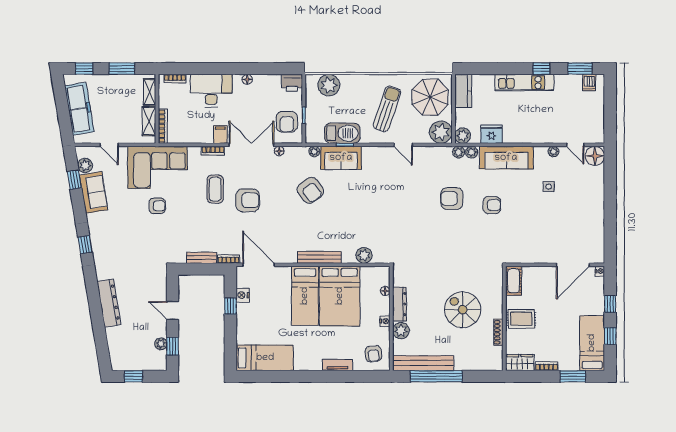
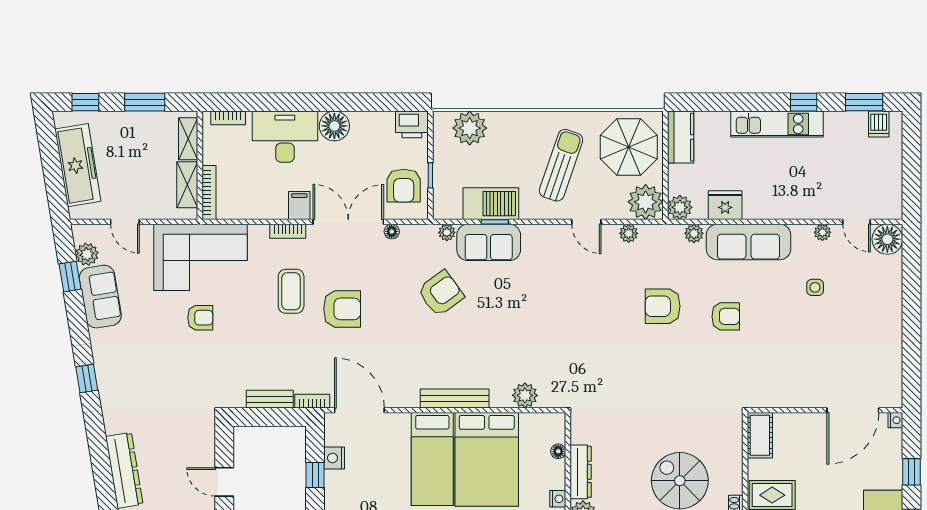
floor lamp: (247, 79) -> (334, 126), width x1.89, depth x1.89
plant: (459, 152) -> (629, 233), moved
armchair: (310, 190) -> (441, 293), turned -89

